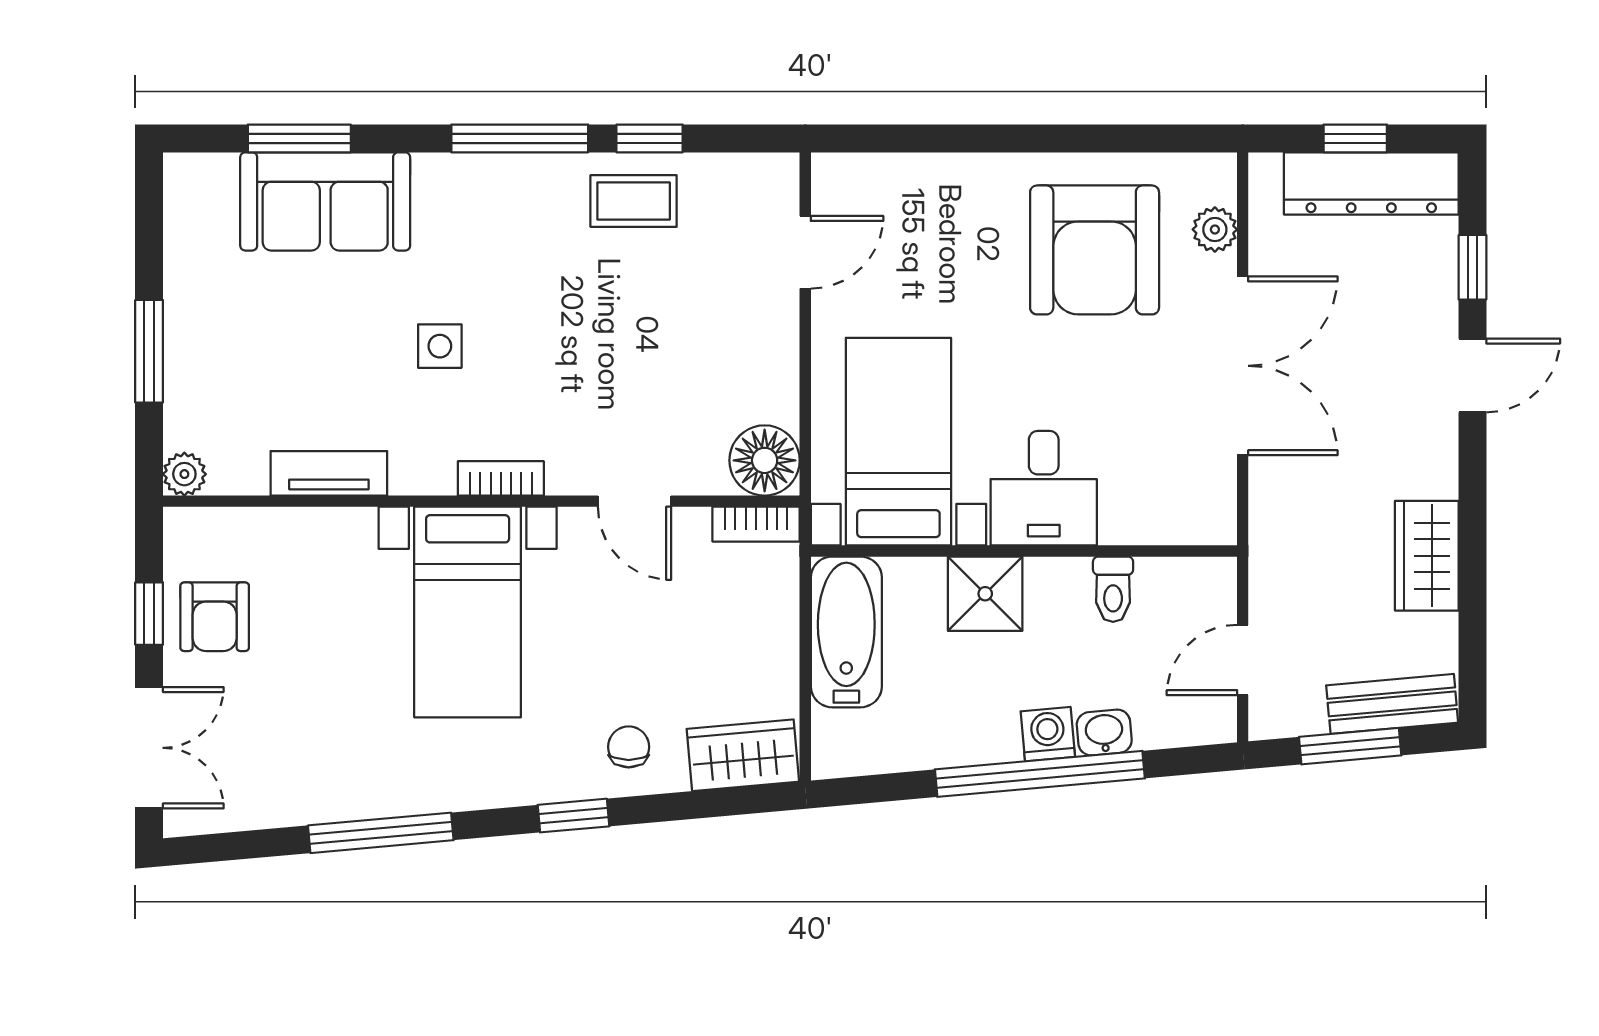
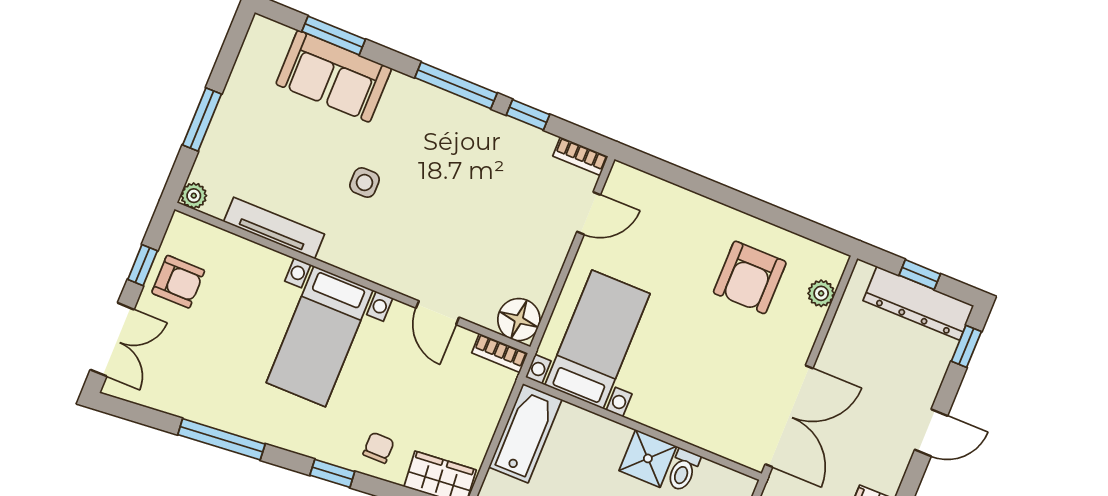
coffee table: (634, 201) -> (505, 146), removed
armchair: (1095, 250) -> (750, 277), width x0.73, depth x0.73
window: (1472, 267) -> (966, 346), moved
double door: (1243, 366) -> (789, 416), moved
tv unit: (329, 473) -> (274, 228), width x1.41
bookcase: (501, 478) -> (580, 156), moved, turned 180
desk: (1044, 488) -> (668, 398), removed
shower: (985, 594) -> (648, 458), moved
armchair: (215, 617) -> (178, 282), turned -90

